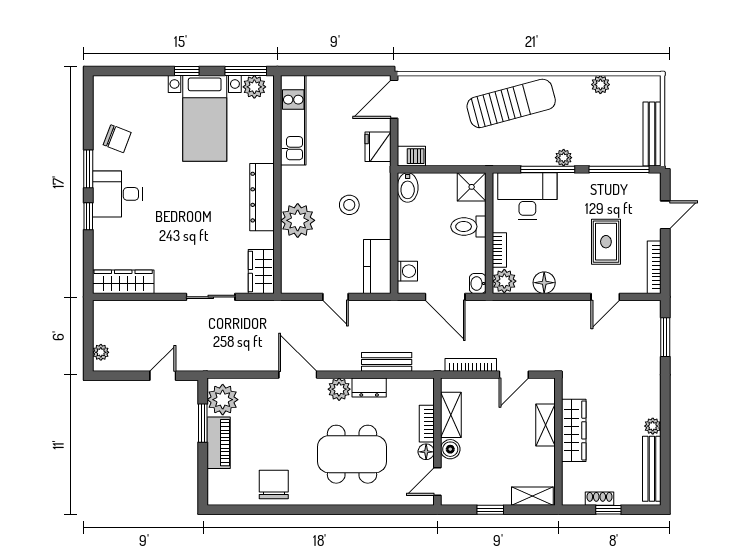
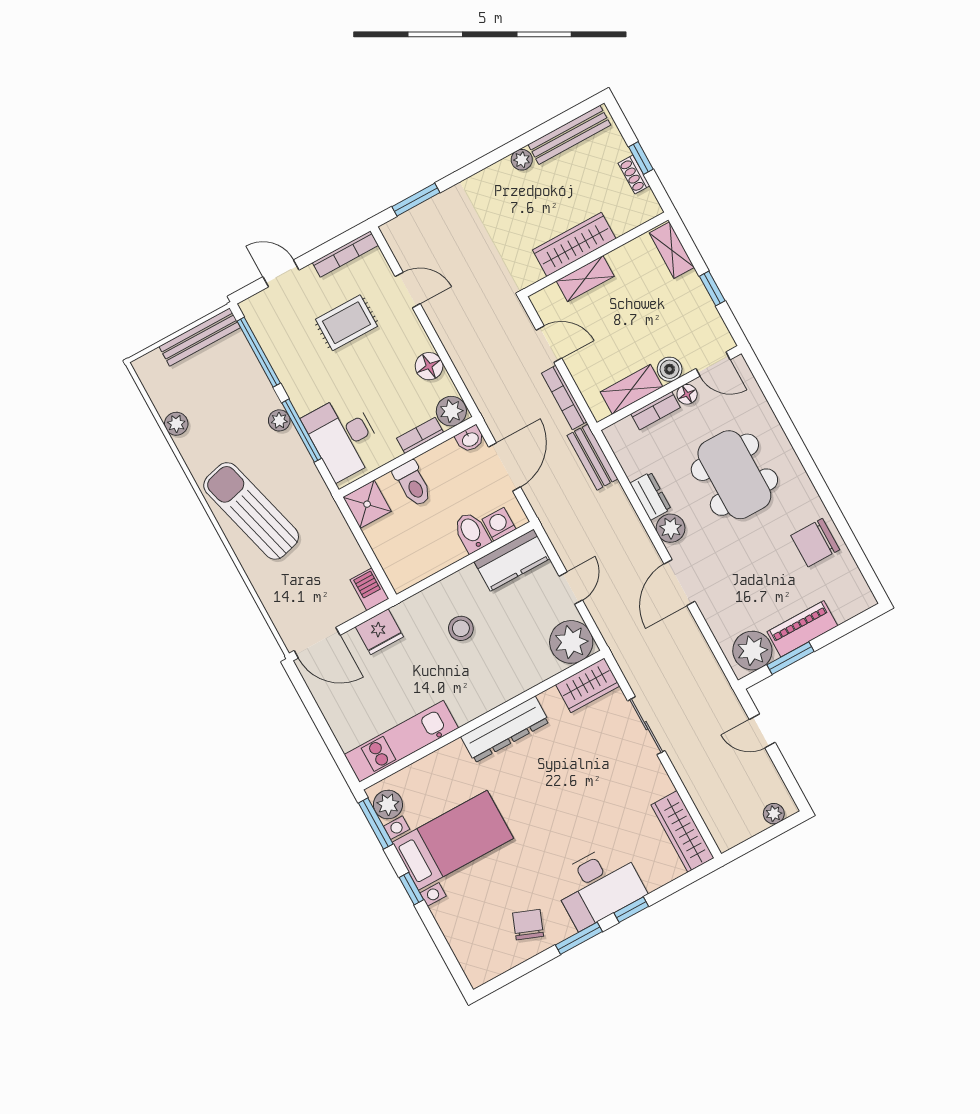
bidet: (408, 187) -> (472, 532), moved, turned -90
desk: (117, 194) -> (598, 886), width x1.37
plant: (298, 220) -> (571, 642), moved
bench: (387, 362) -> (592, 457), moved

